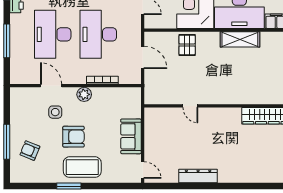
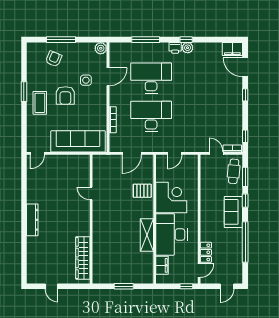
plant: (84, 94) -> (101, 48), moved
door: (190, 106) -> (91, 194), hinge flipped
sofa: (131, 136) -> (78, 141), width x1.85, depth x1.27
coffee table: (82, 167) -> (40, 103), width x0.73, depth x0.76
dresser: (198, 176) -> (32, 220), moved

